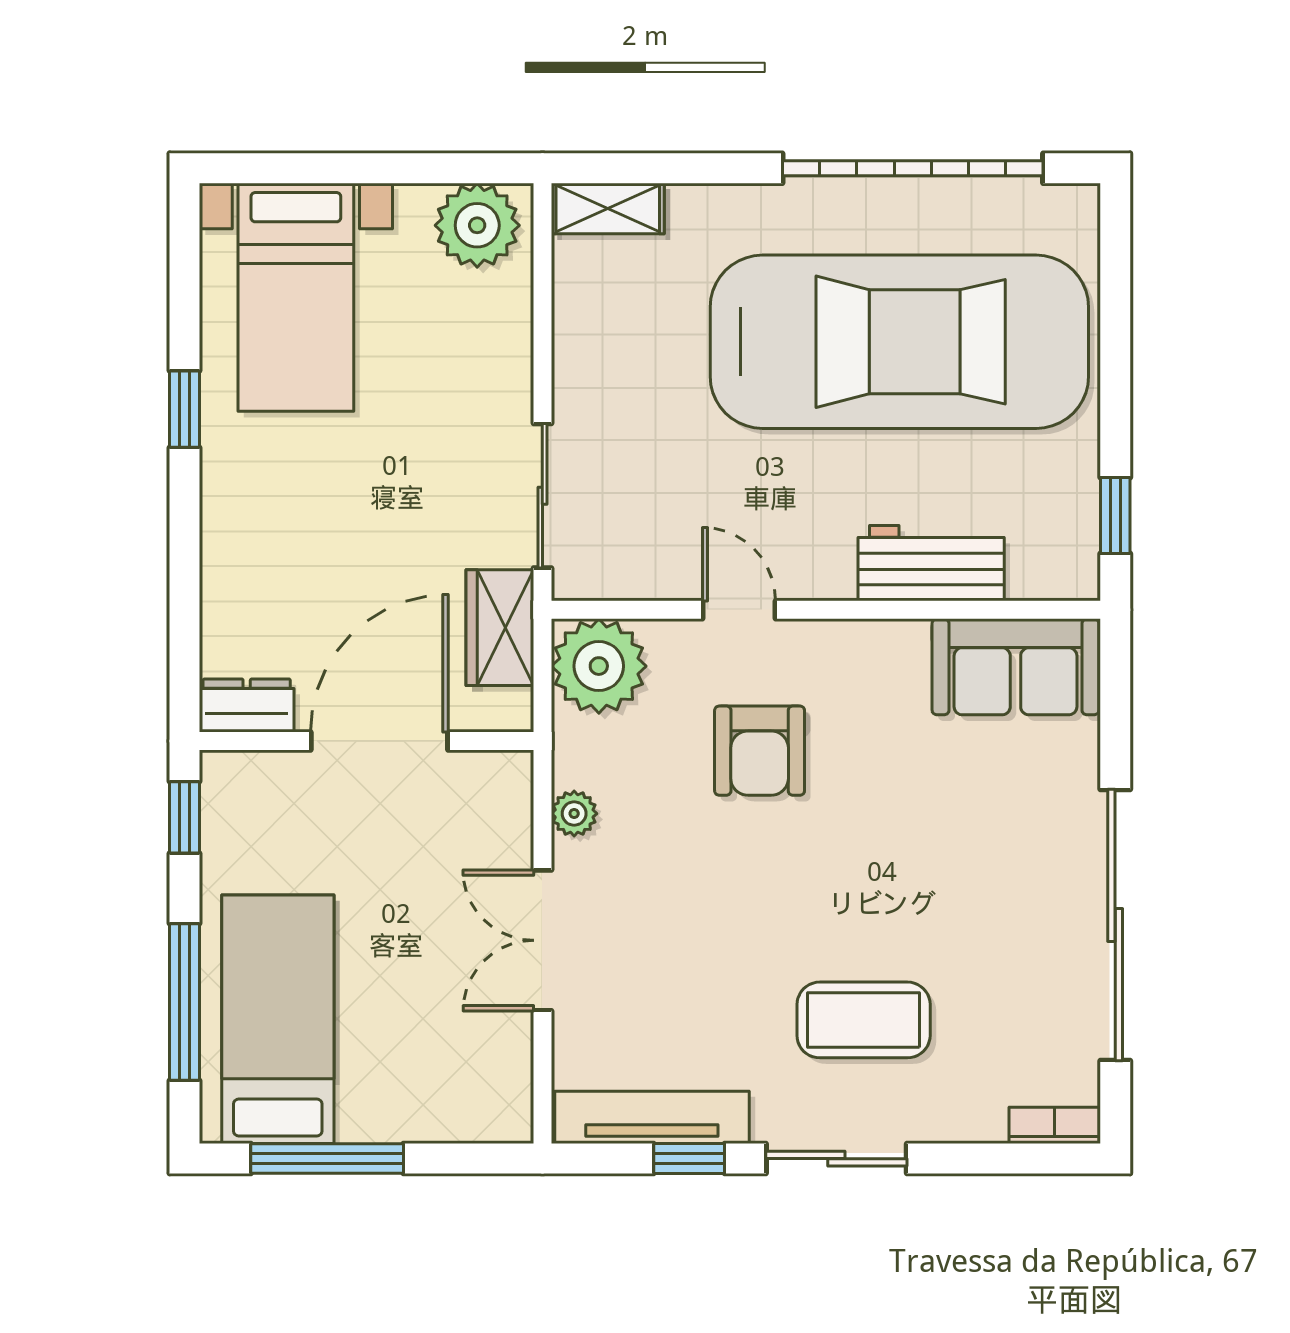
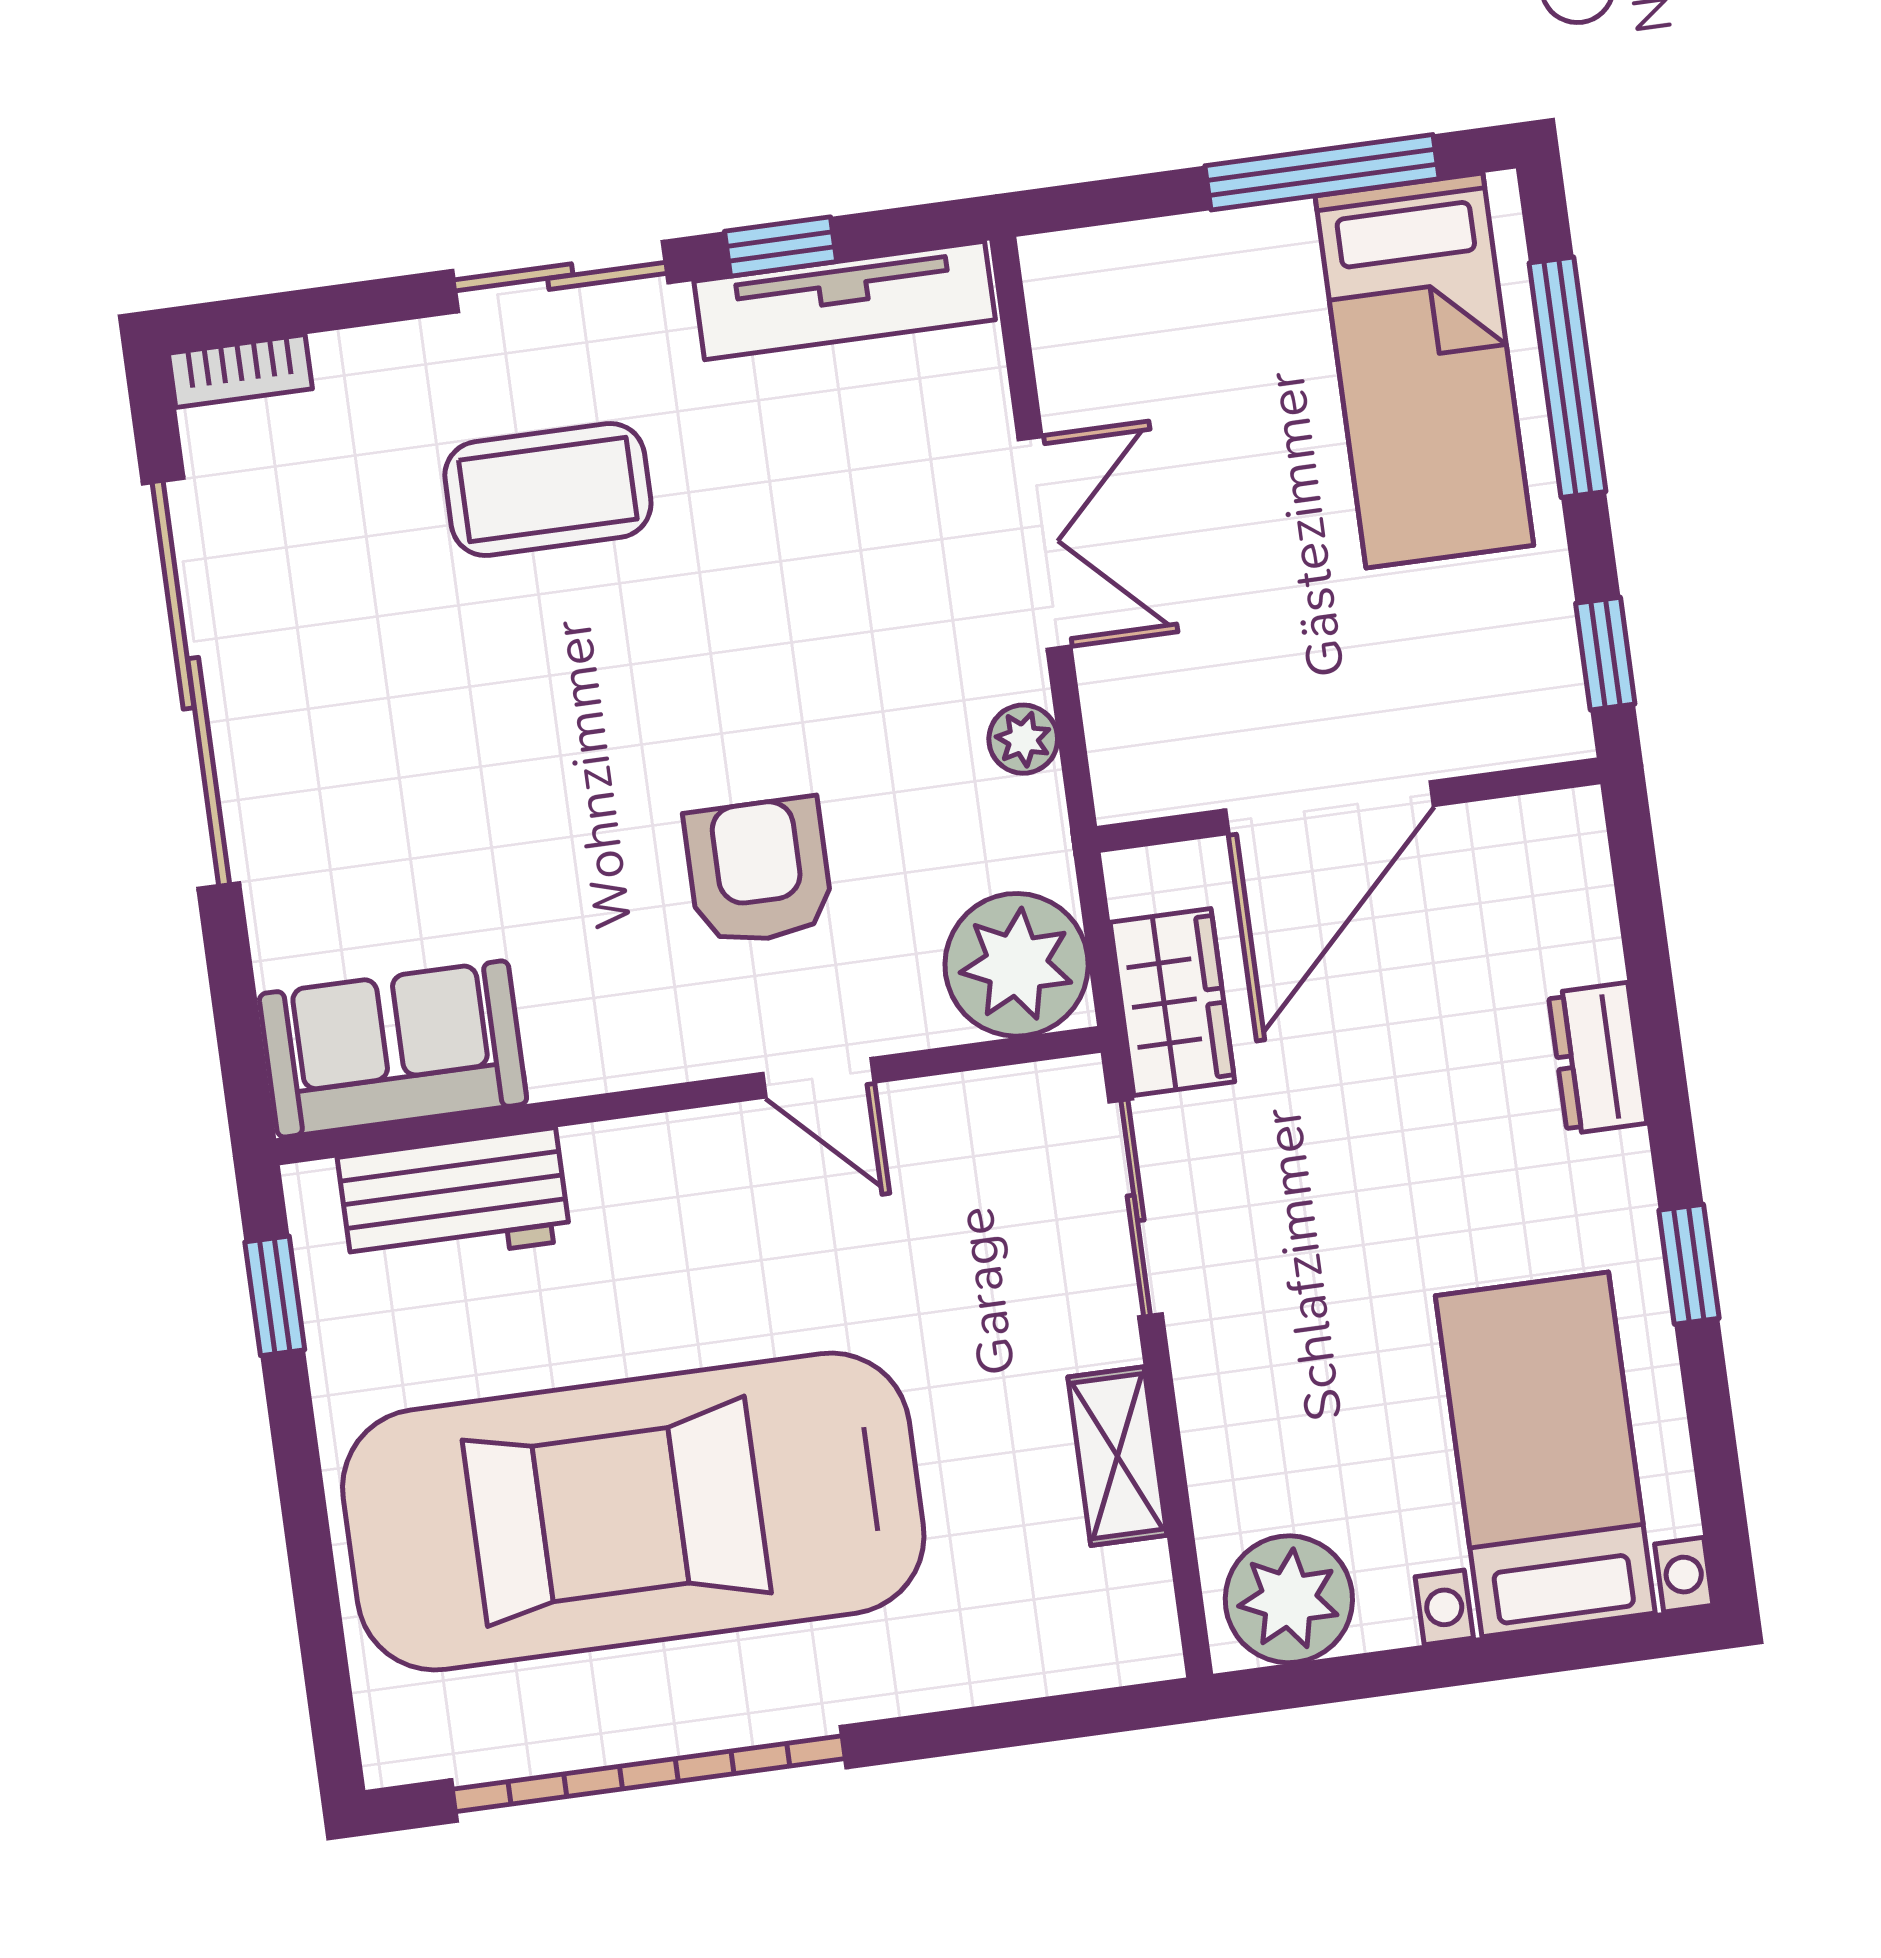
shelving: (608, 209) -> (1117, 1456), moved, turned 90
workbench: (931, 563) -> (454, 1199), moved
dresser: (247, 705) -> (1597, 1058), moved, turned 90

